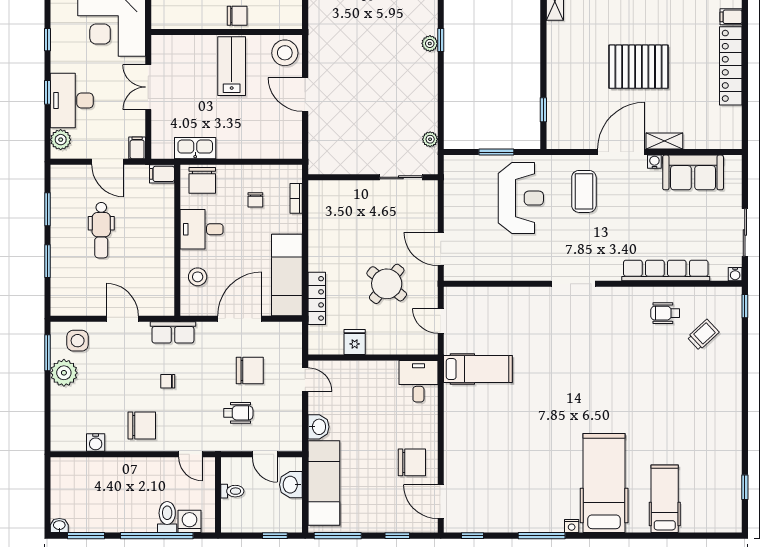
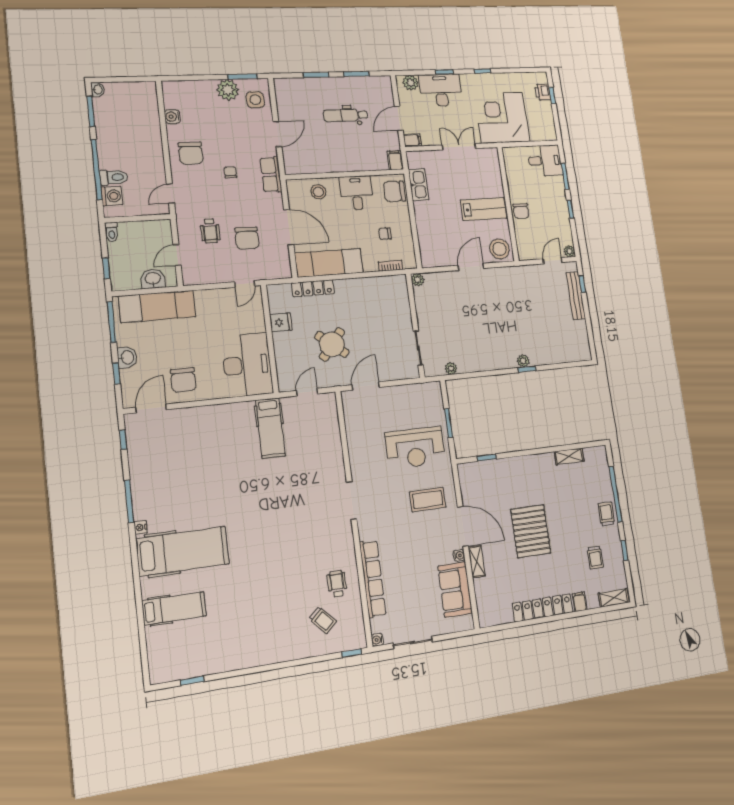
plant: (316, 166) -> (418, 280), added
desk: (418, 381) -> (247, 365), width x1.87, depth x1.30
washbasin: (318, 427) -> (127, 357), moved, turned -90
toilet: (232, 491) -> (112, 232), moved

